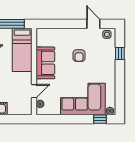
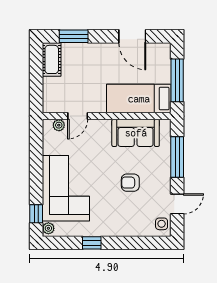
window: (62, 24) -> (177, 157), added
window: (120, 54) -> (92, 243), moved
sofa: (45, 63) -> (136, 133), moved
door: (34, 91) -> (78, 116), hinge flipped

